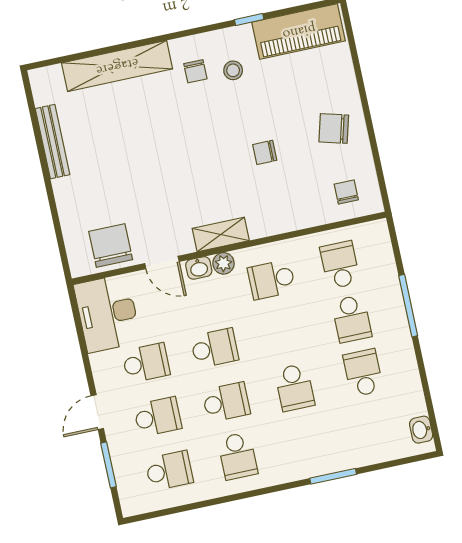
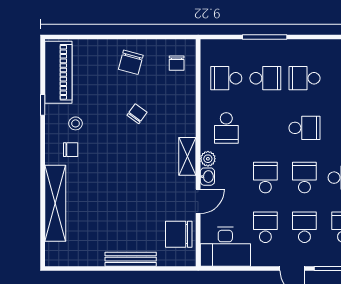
bench: (53, 142) -> (131, 259), moved
chair: (265, 152) -> (137, 114), turned -144
chair: (346, 192) -> (177, 63), turned -90

